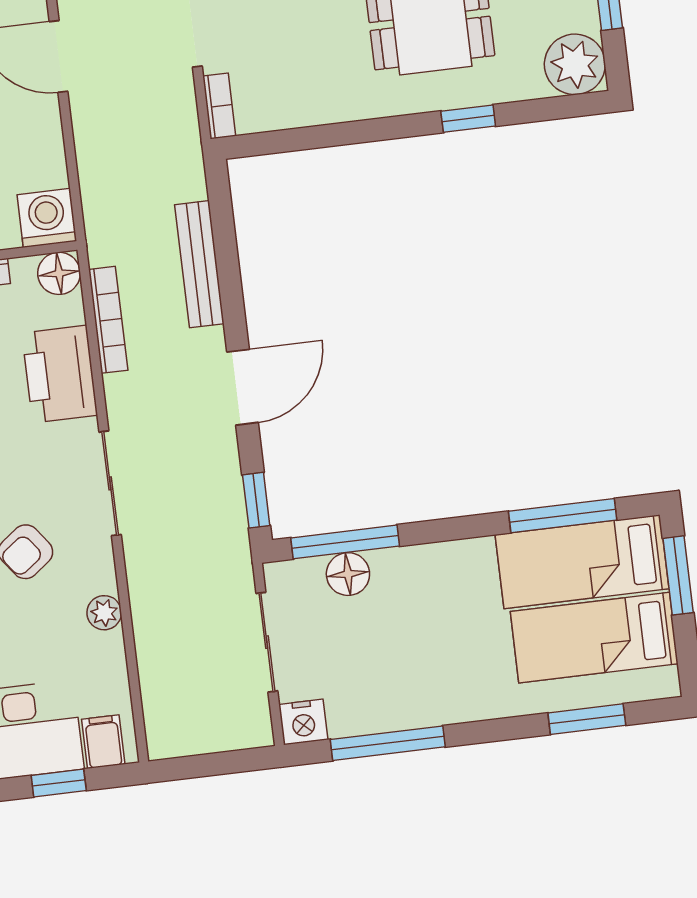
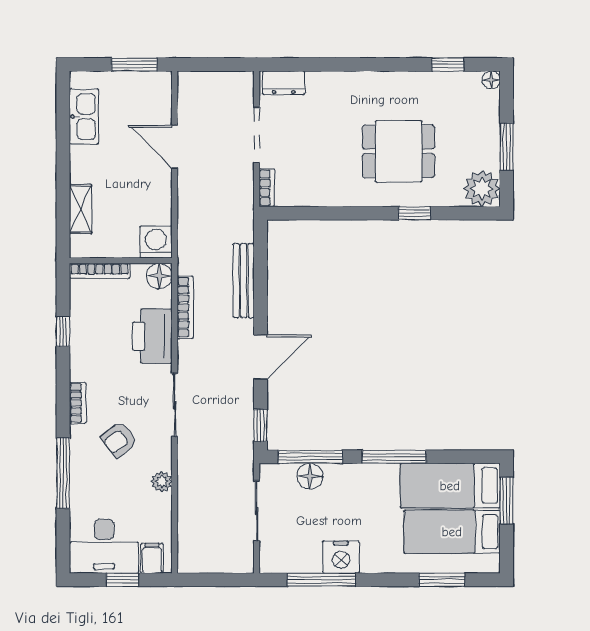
window: (563, 516) -> (394, 457), moved
nightstand: (303, 722) -> (341, 557), moved, width x1.36, depth x1.33

